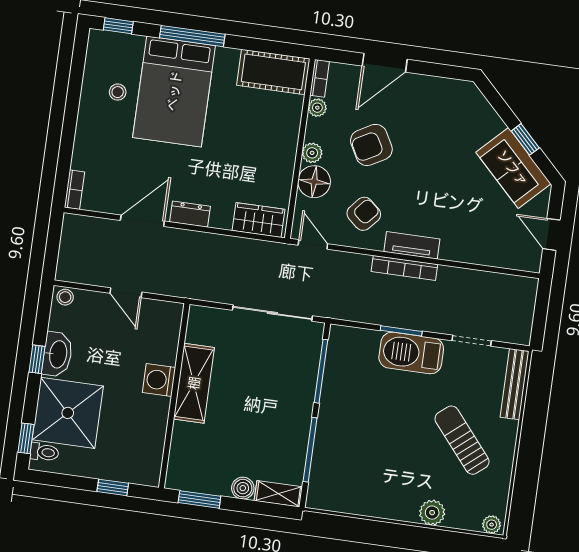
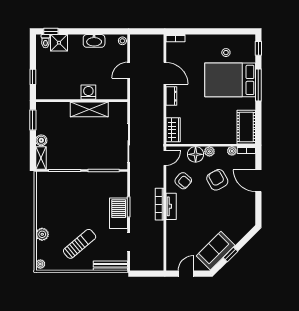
window: (37, 359) -> (90, 31), removed
shower: (68, 413) -> (59, 43), width x0.54, depth x0.54

